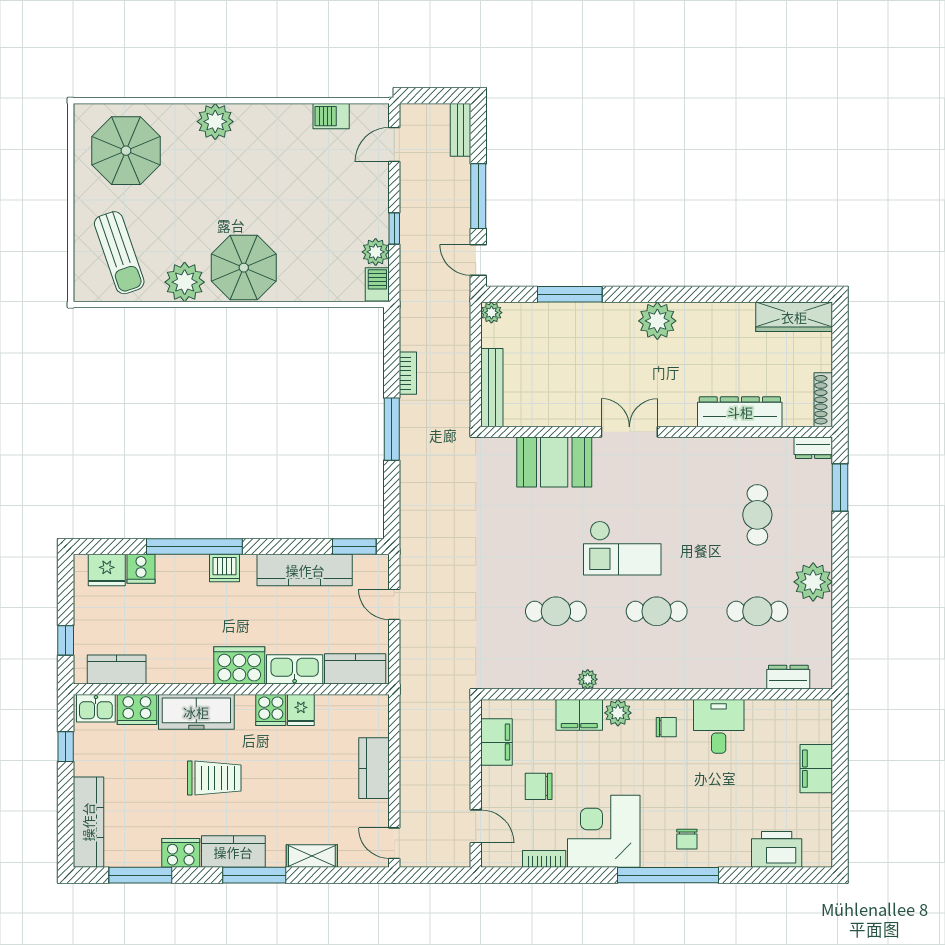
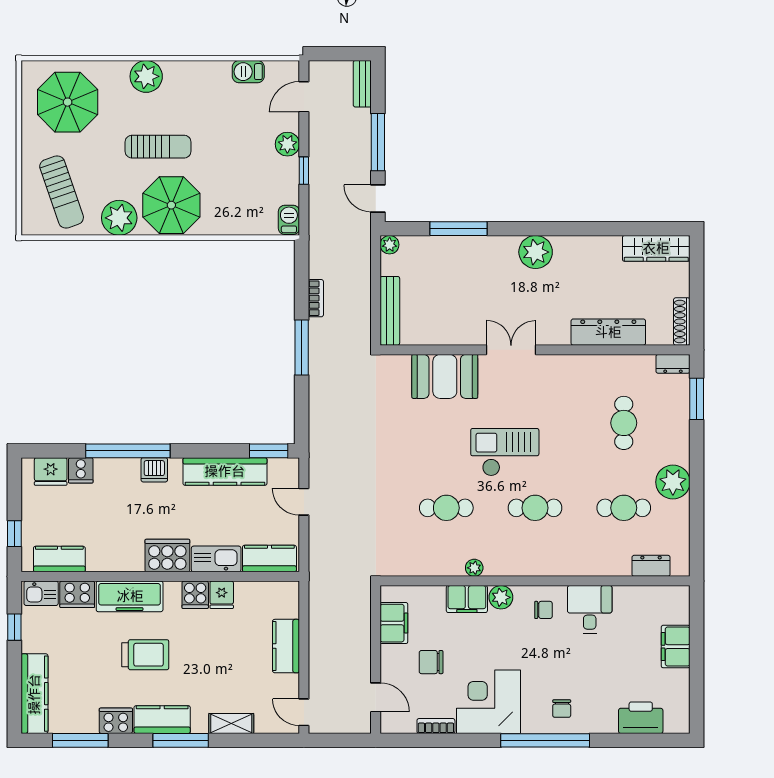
sun lounger: (229, 201) -> (158, 147), added
plant: (376, 252) -> (287, 144), moved
checkout: (622, 548) -> (505, 452), turned 180

